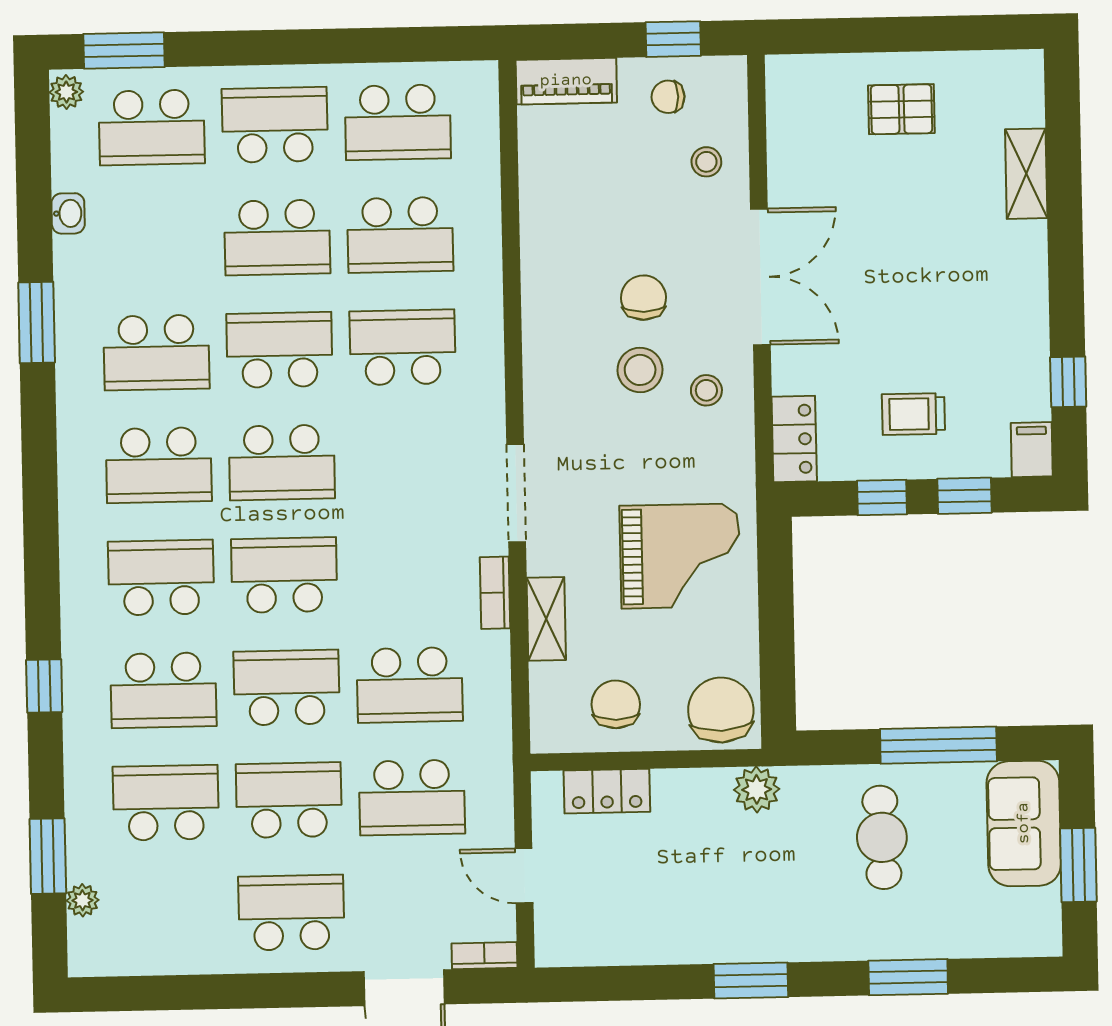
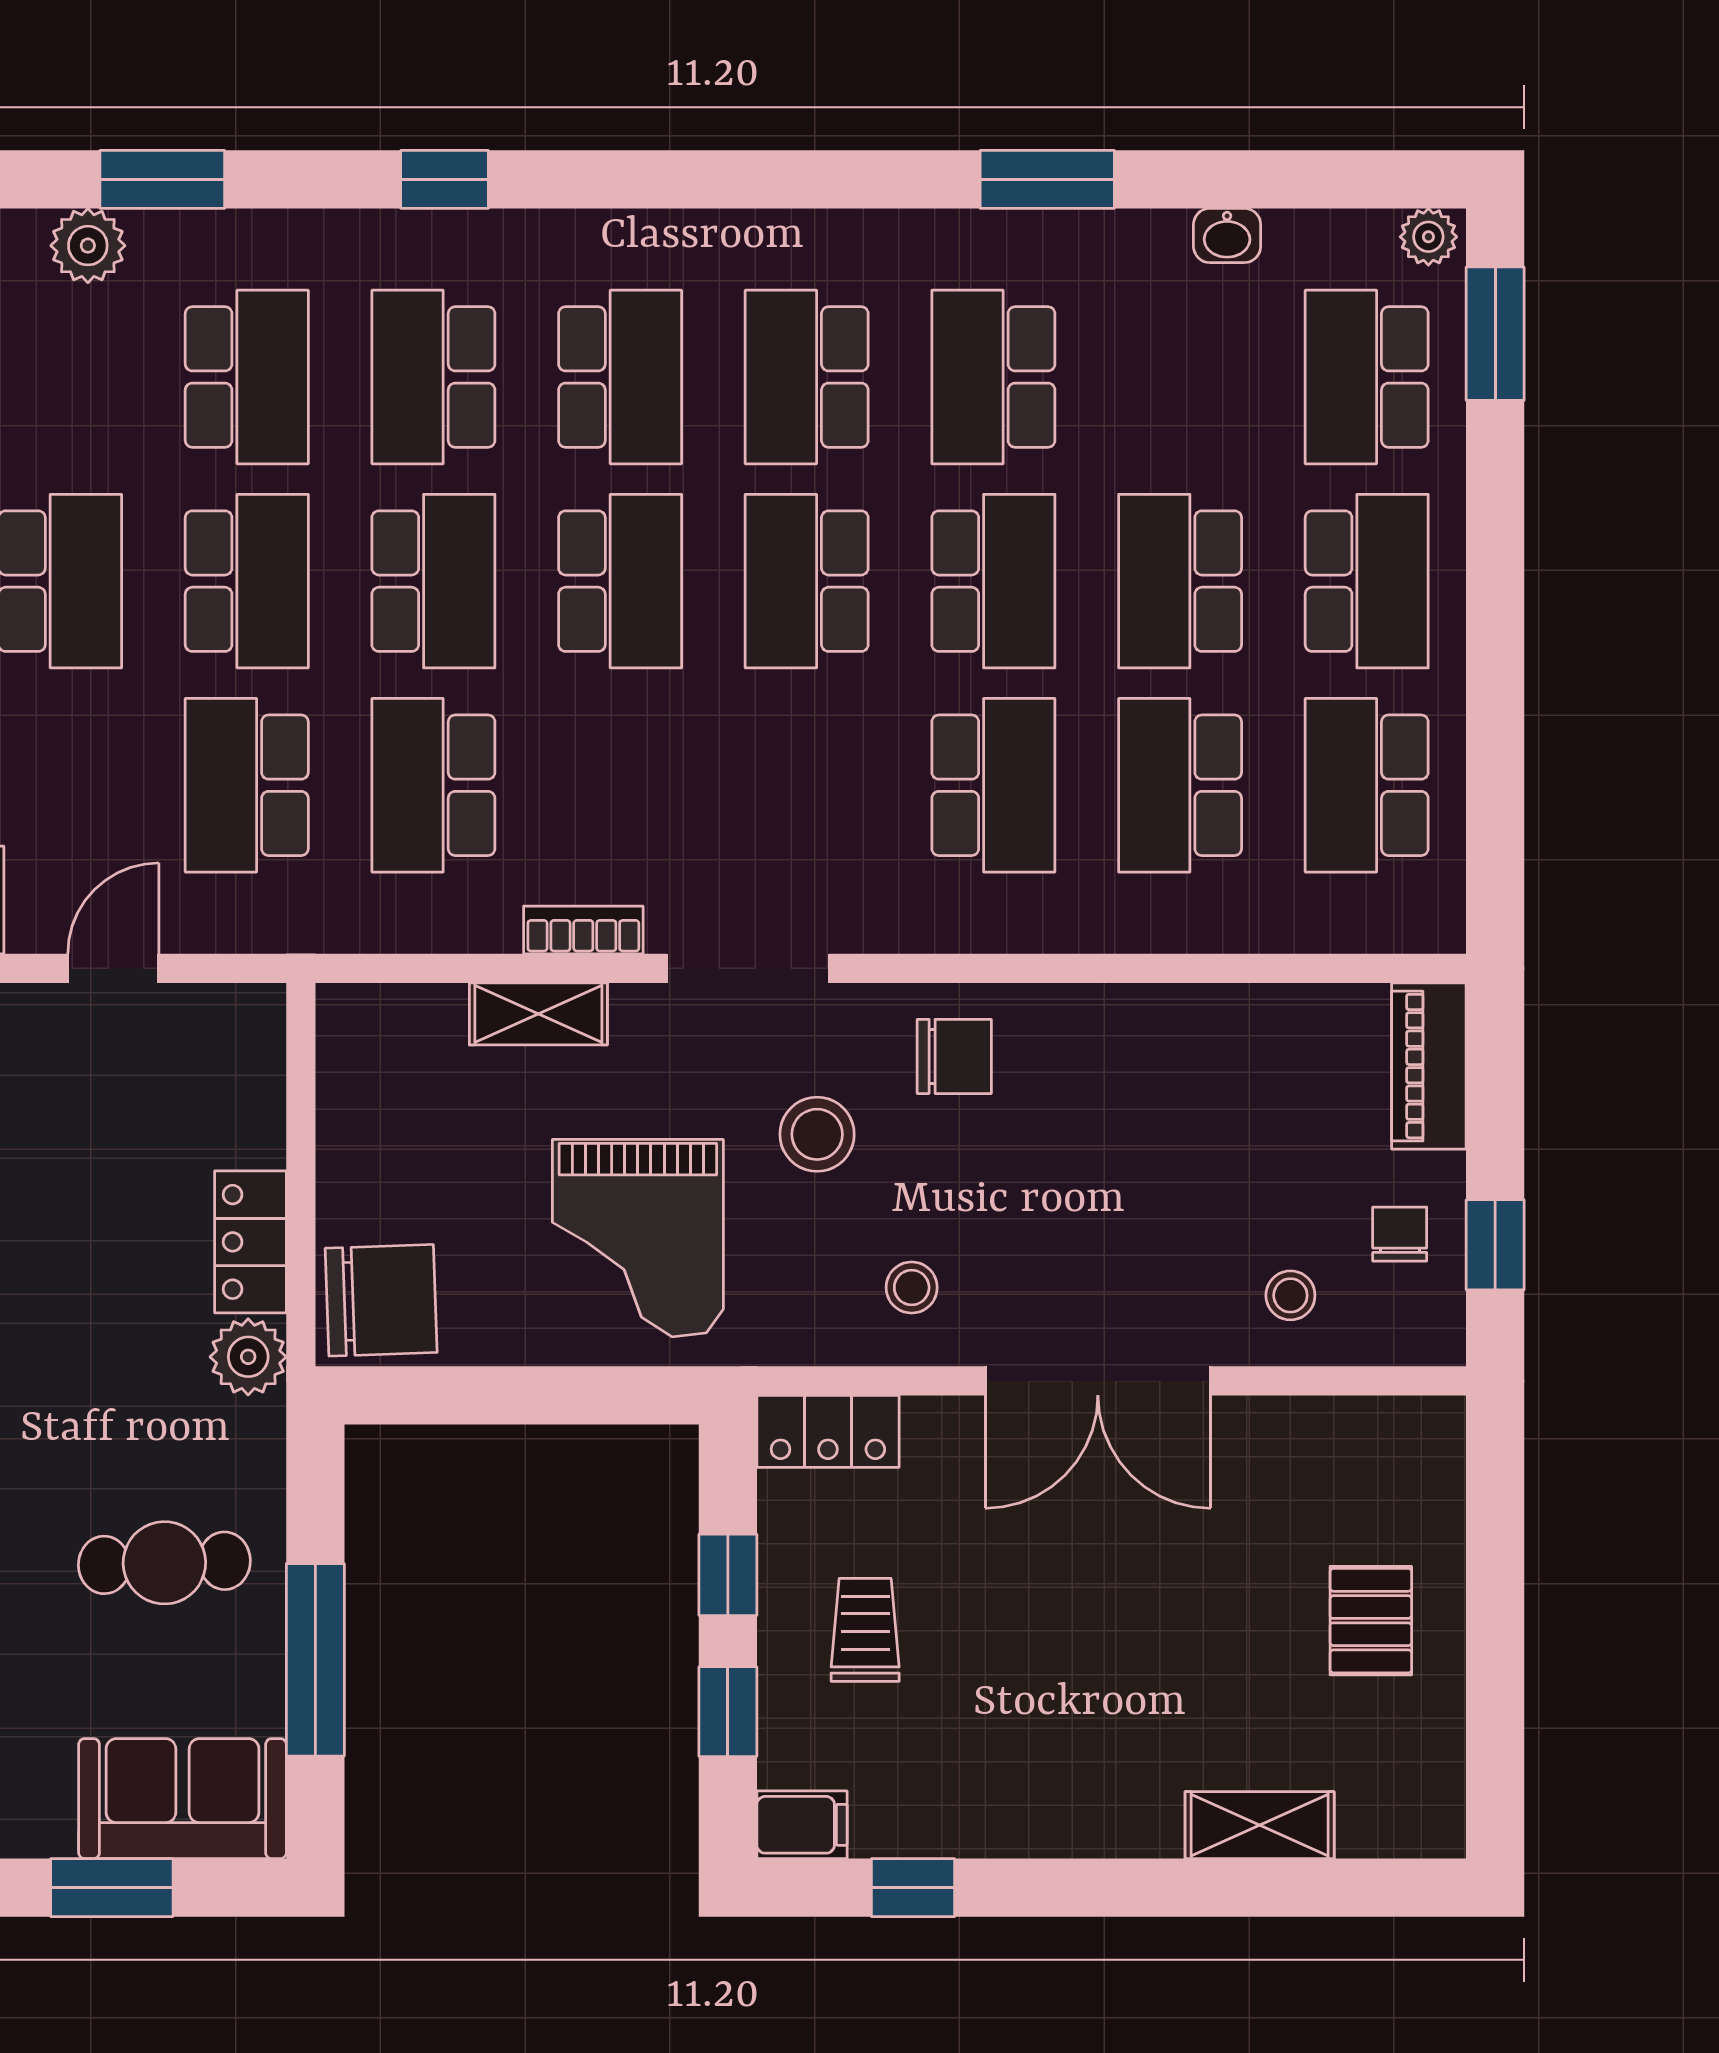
chair: (644, 298) -> (954, 1056), moved
stool: (640, 370) -> (817, 1134), moved
chair: (616, 704) -> (394, 1126), removed
locker: (607, 791) -> (250, 1242), moved
plant: (82, 900) -> (88, 246), width x1.38, depth x1.38

